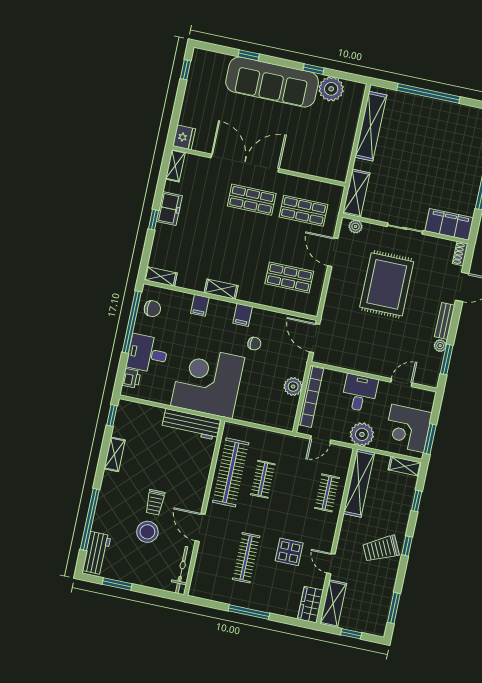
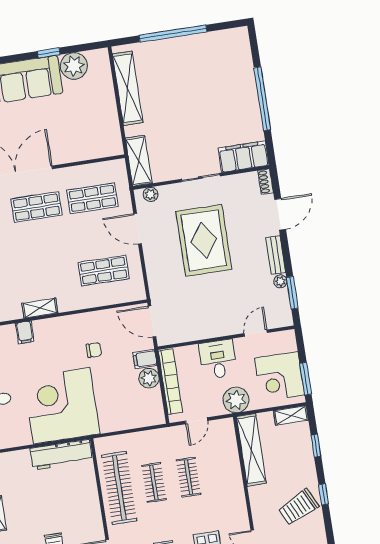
filing cabinet: (243, 315) -> (145, 359), moved, turned 90
clothes rail: (327, 493) -> (189, 477), moved

